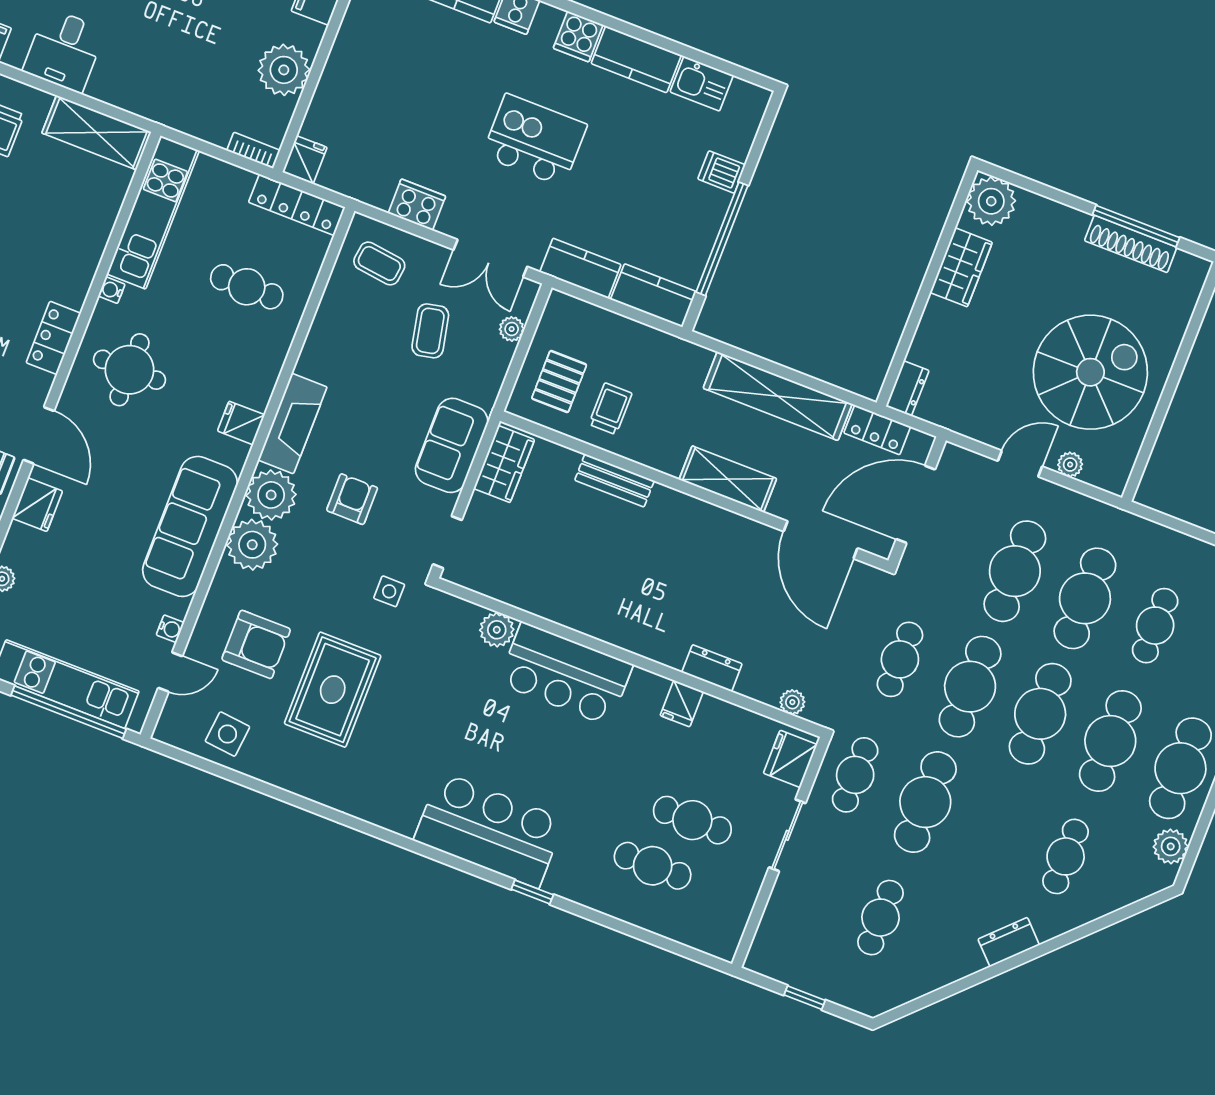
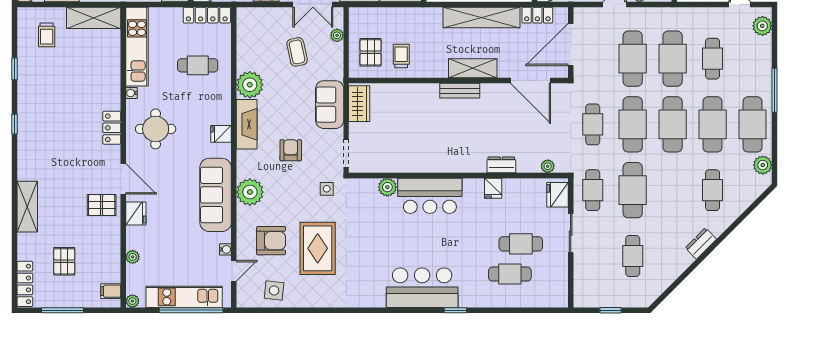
coffee table: (379, 263) -> (259, 28), removed
bench: (614, 480) -> (460, 91), moved
plant: (271, 495) -> (250, 85), moved

